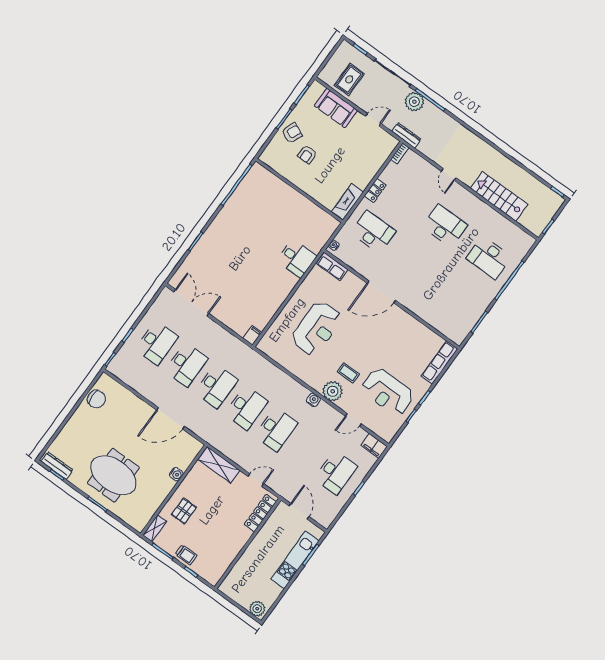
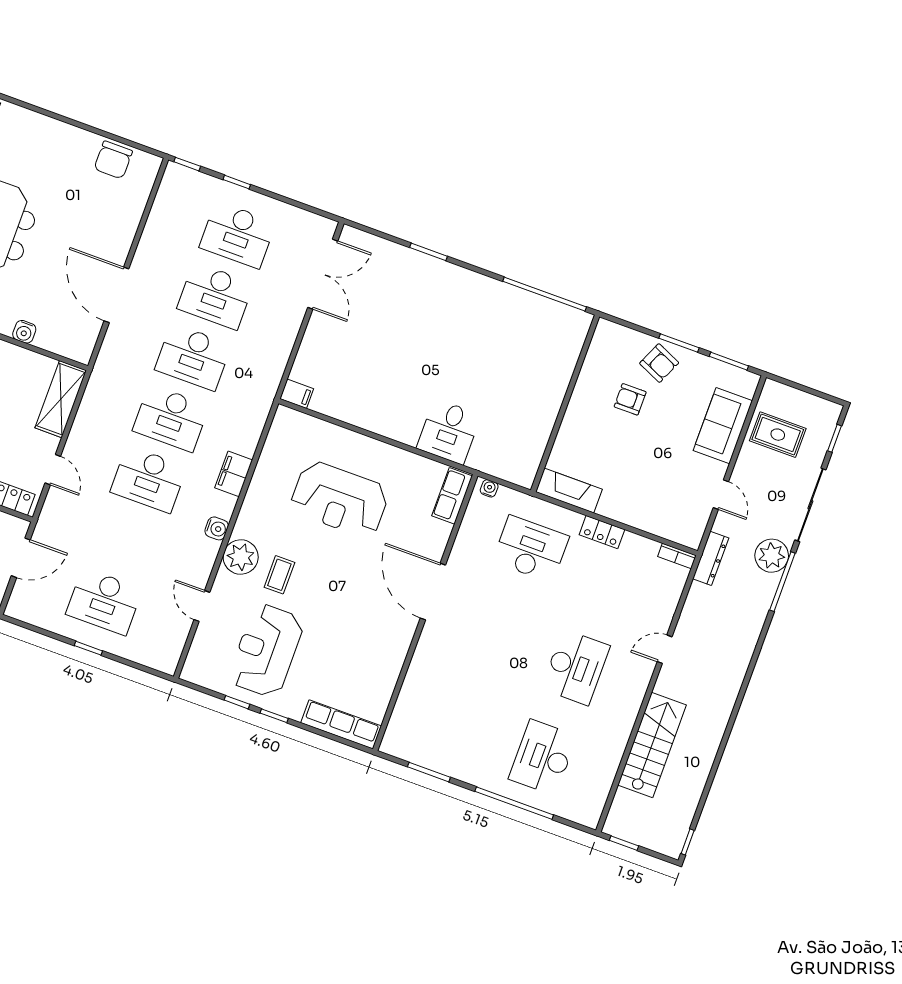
desk: (373, 232) -> (531, 549), turned -90
filing cabinet: (374, 446) -> (234, 474), moved

